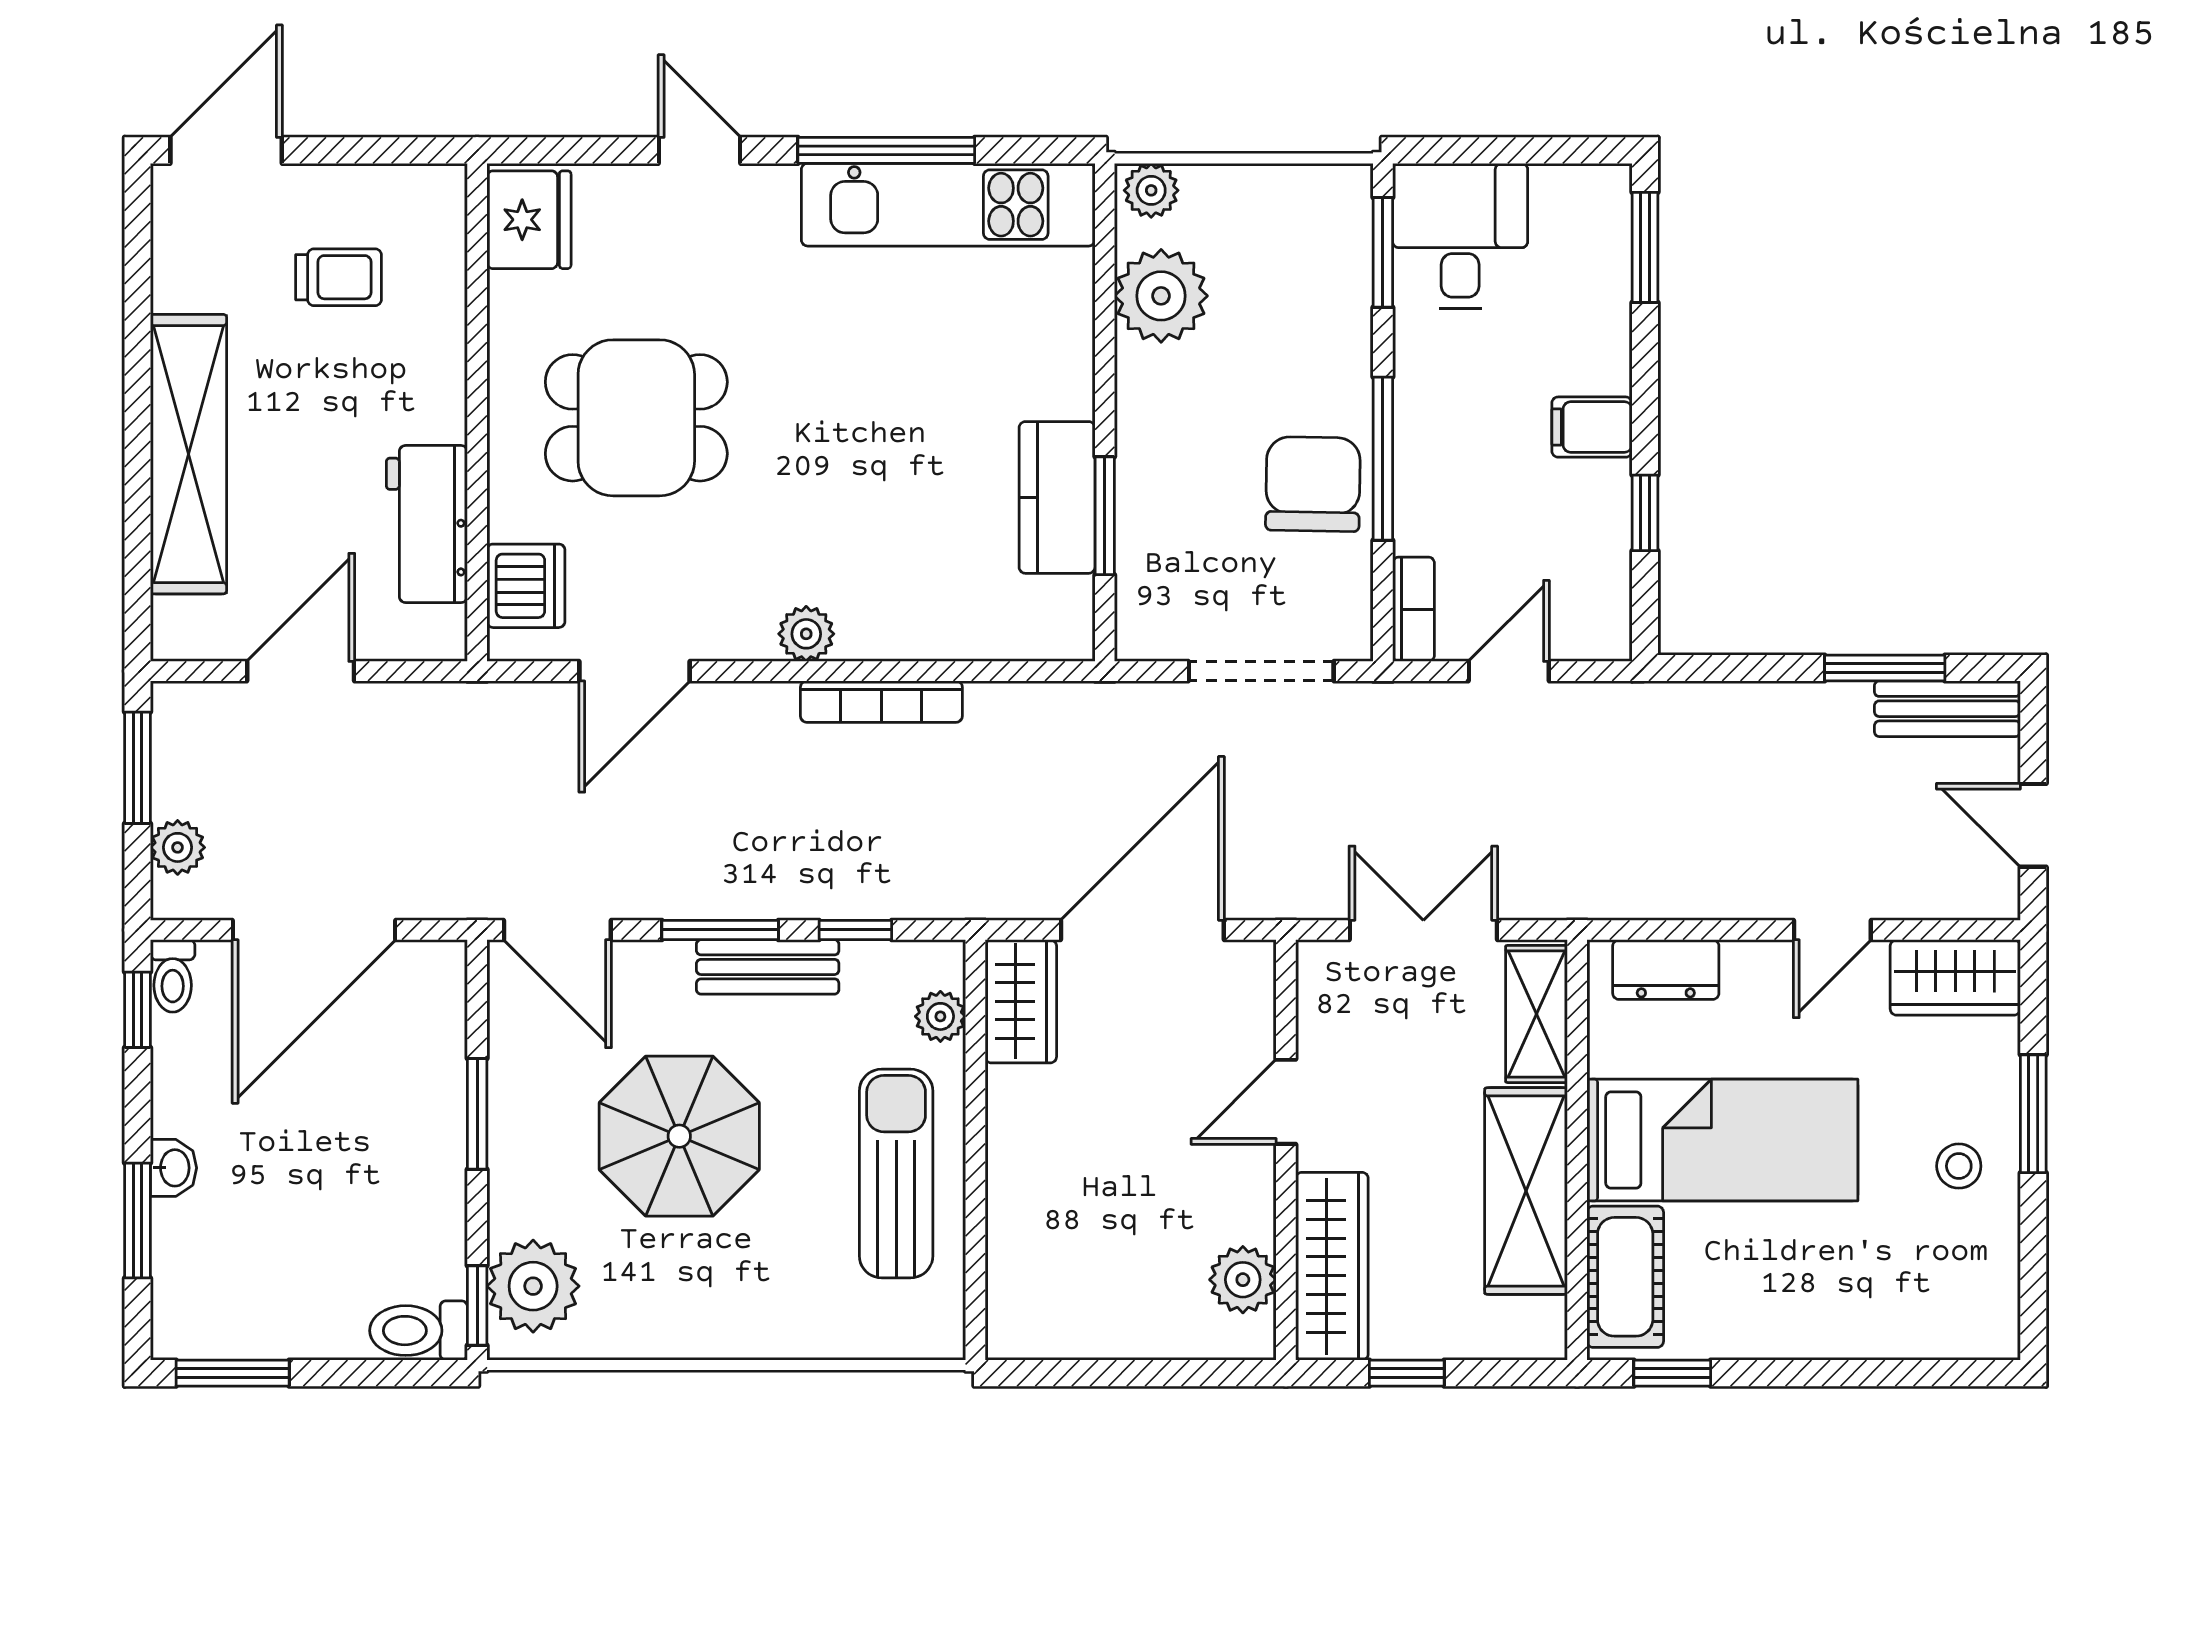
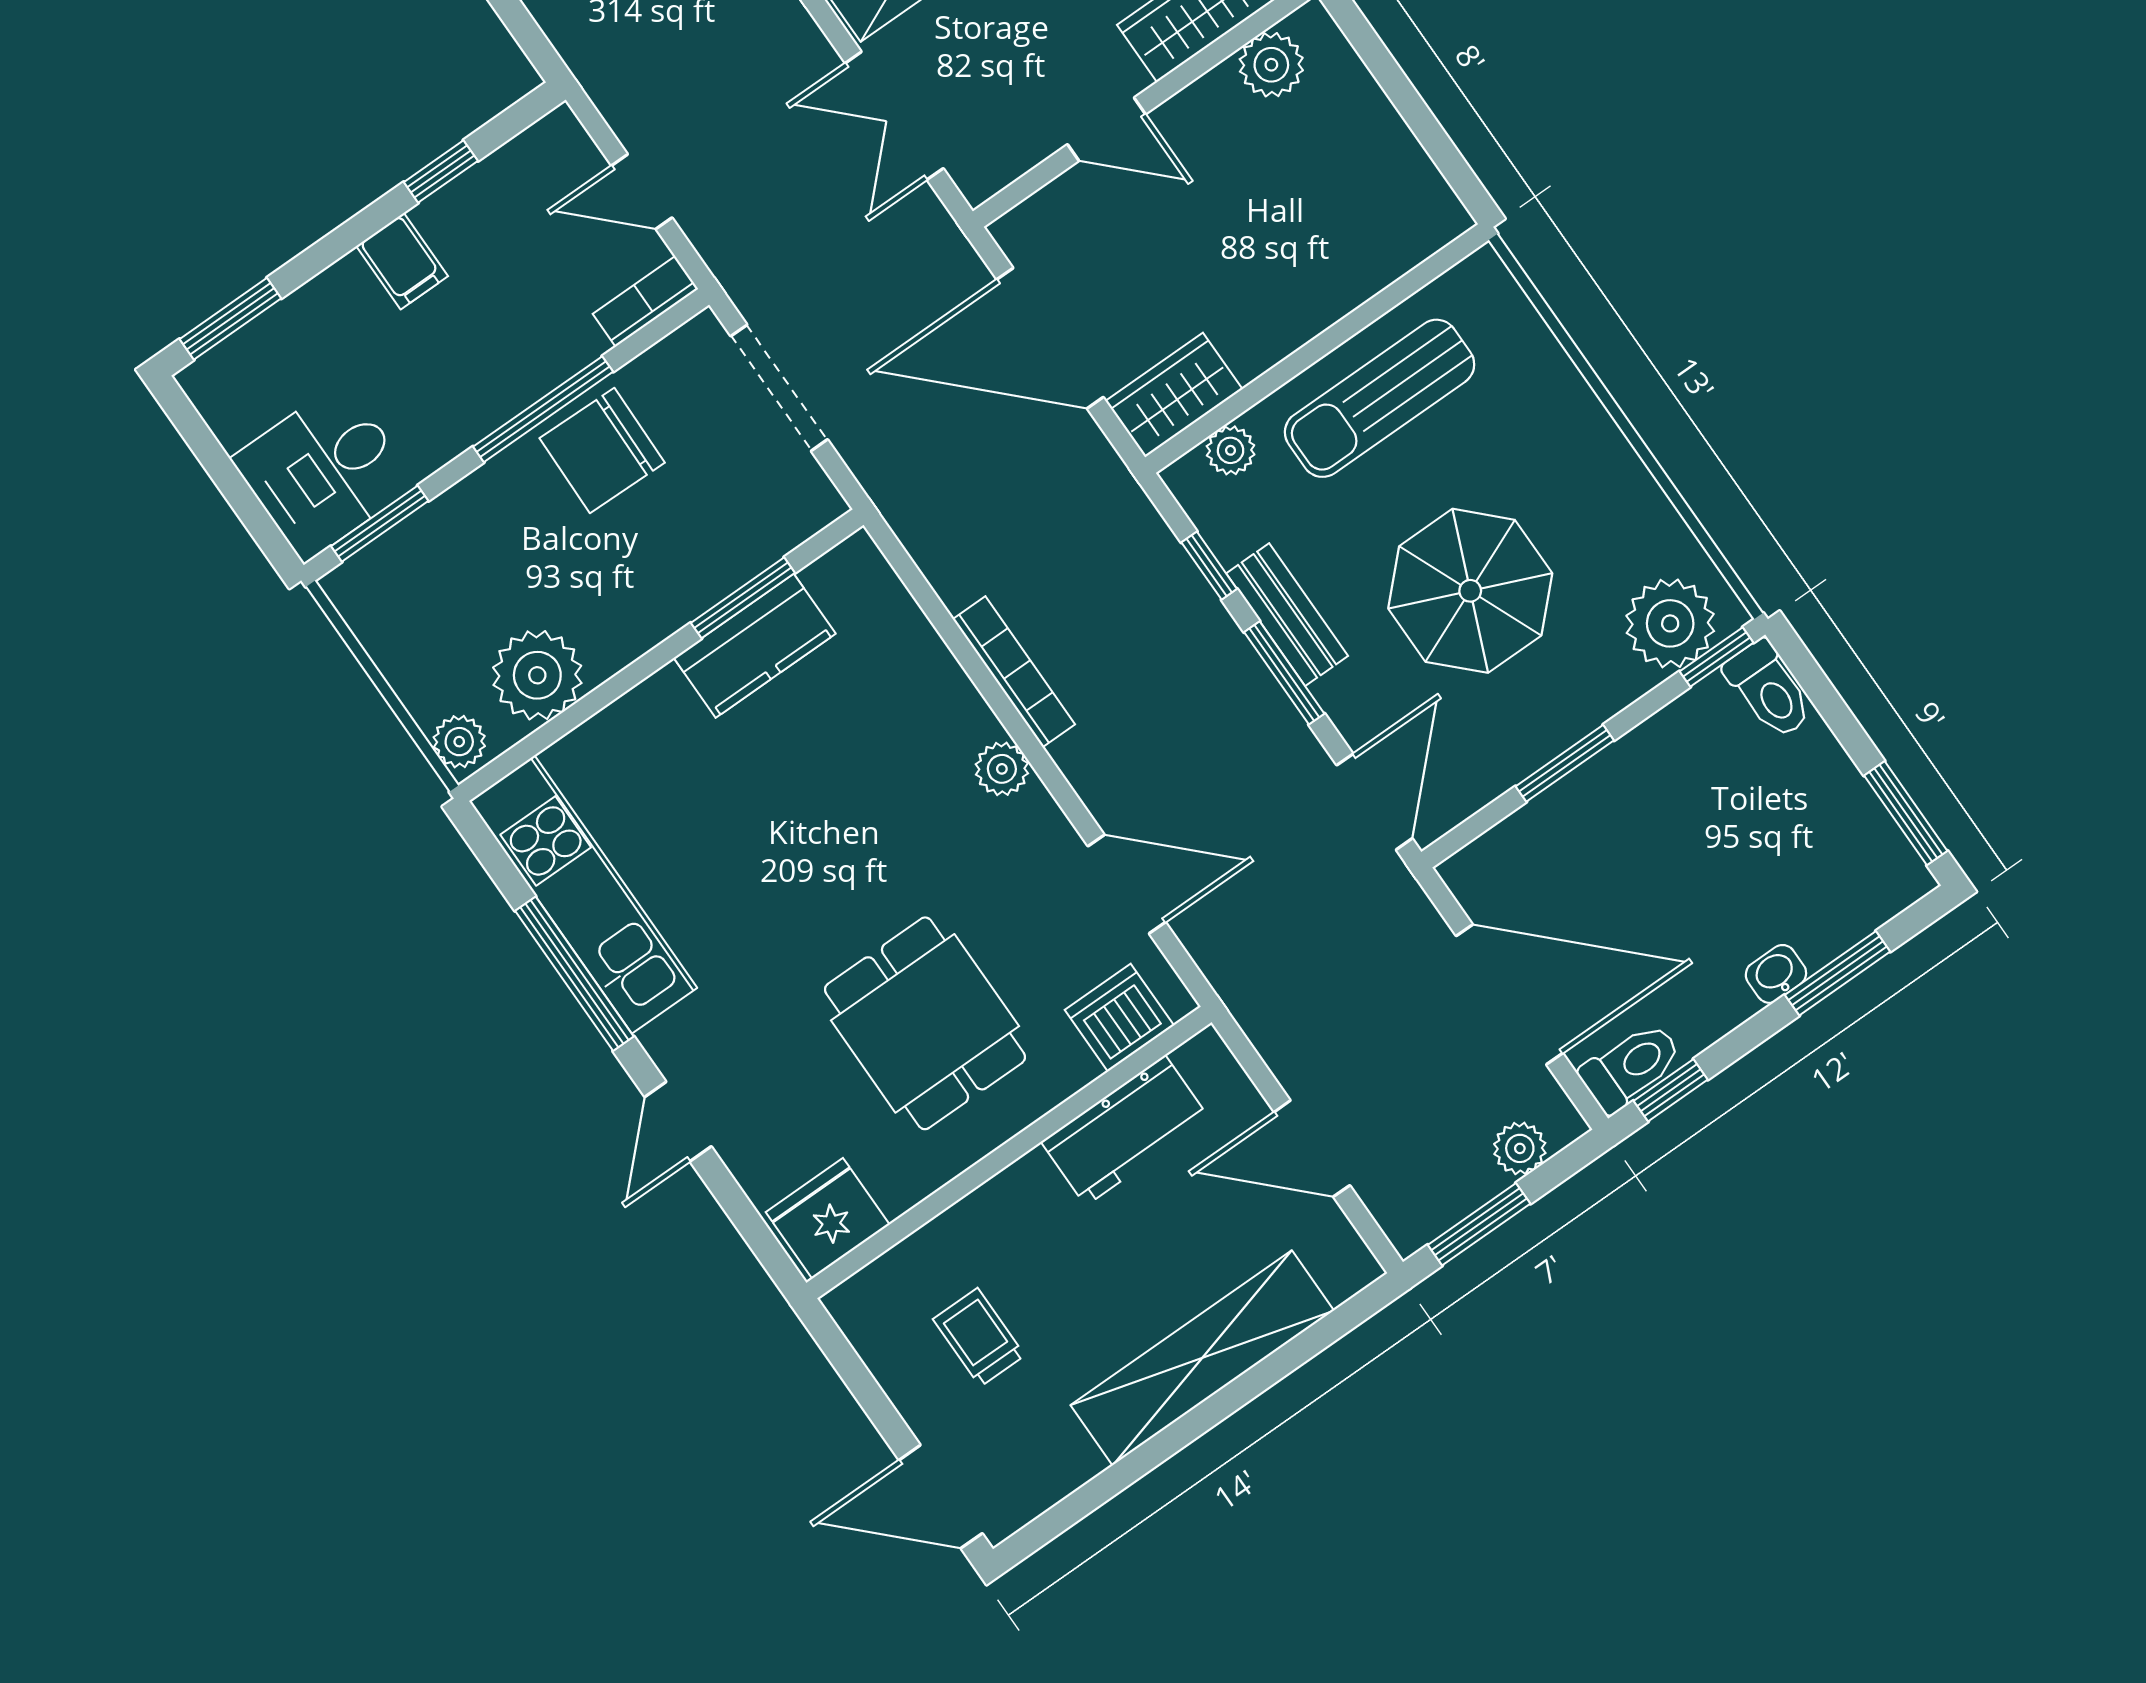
toilet: (173, 976) -> (1631, 1067), width x1.37, depth x1.39

